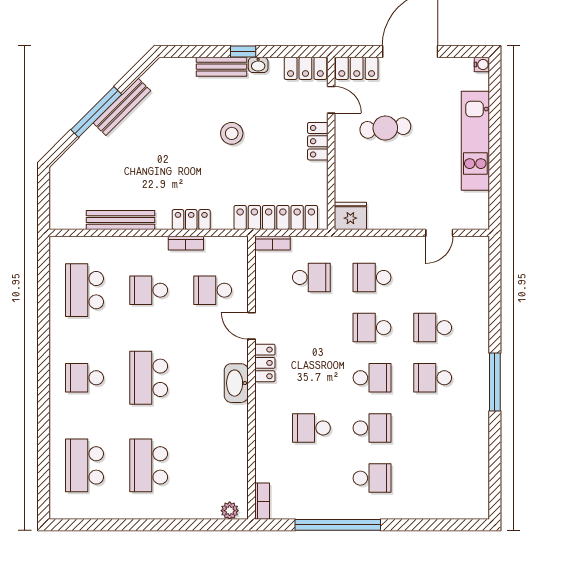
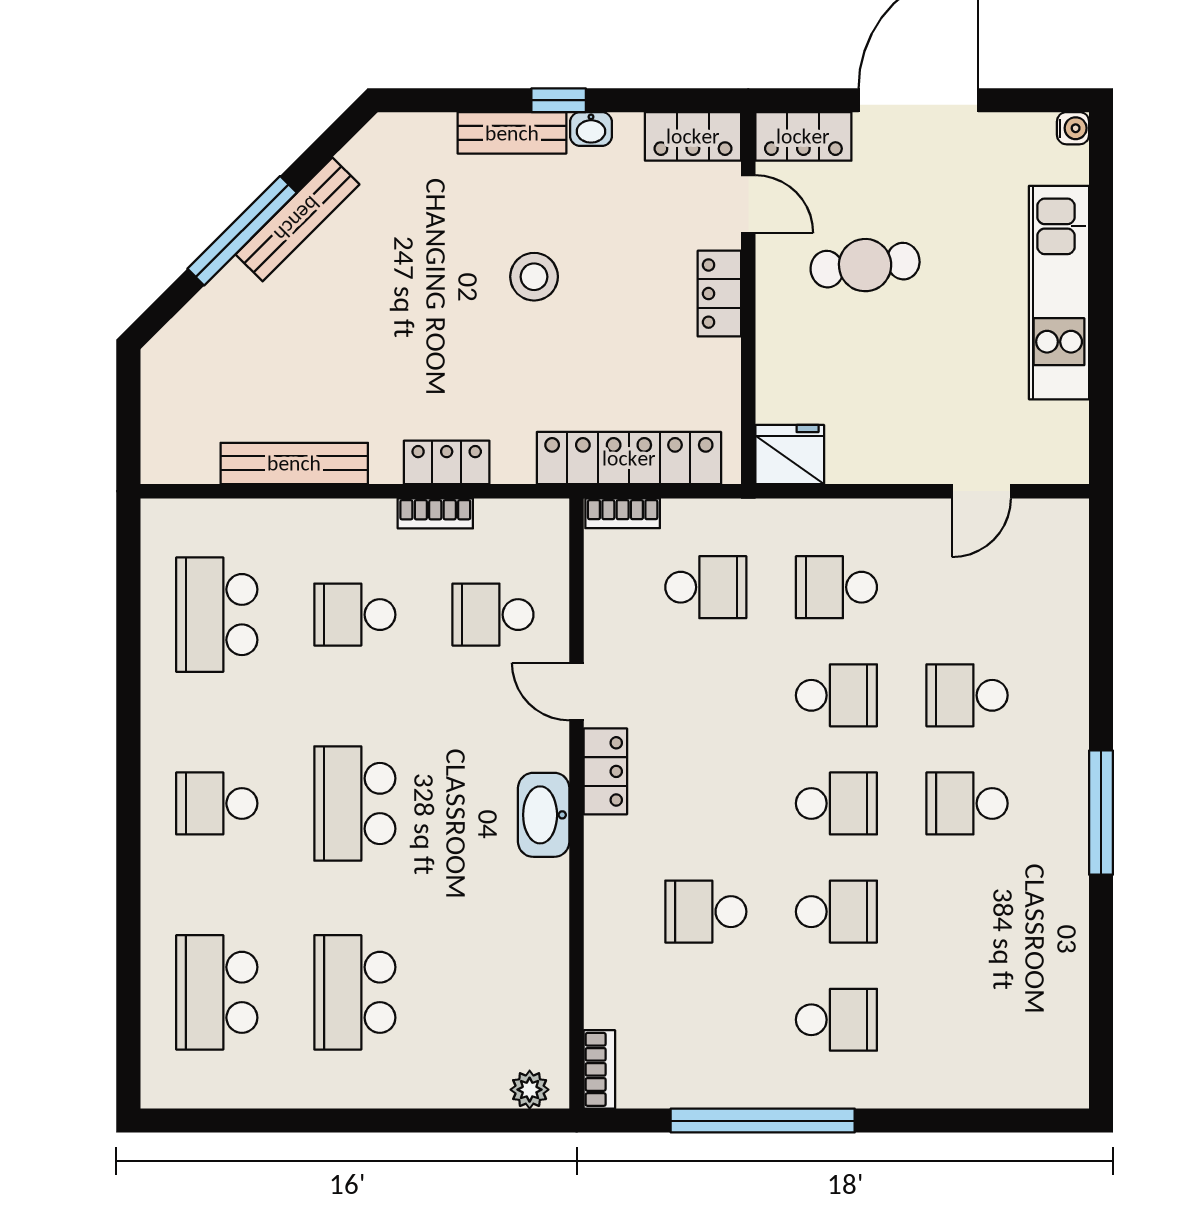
school desk: (372, 328) -> (836, 695), turned 180

